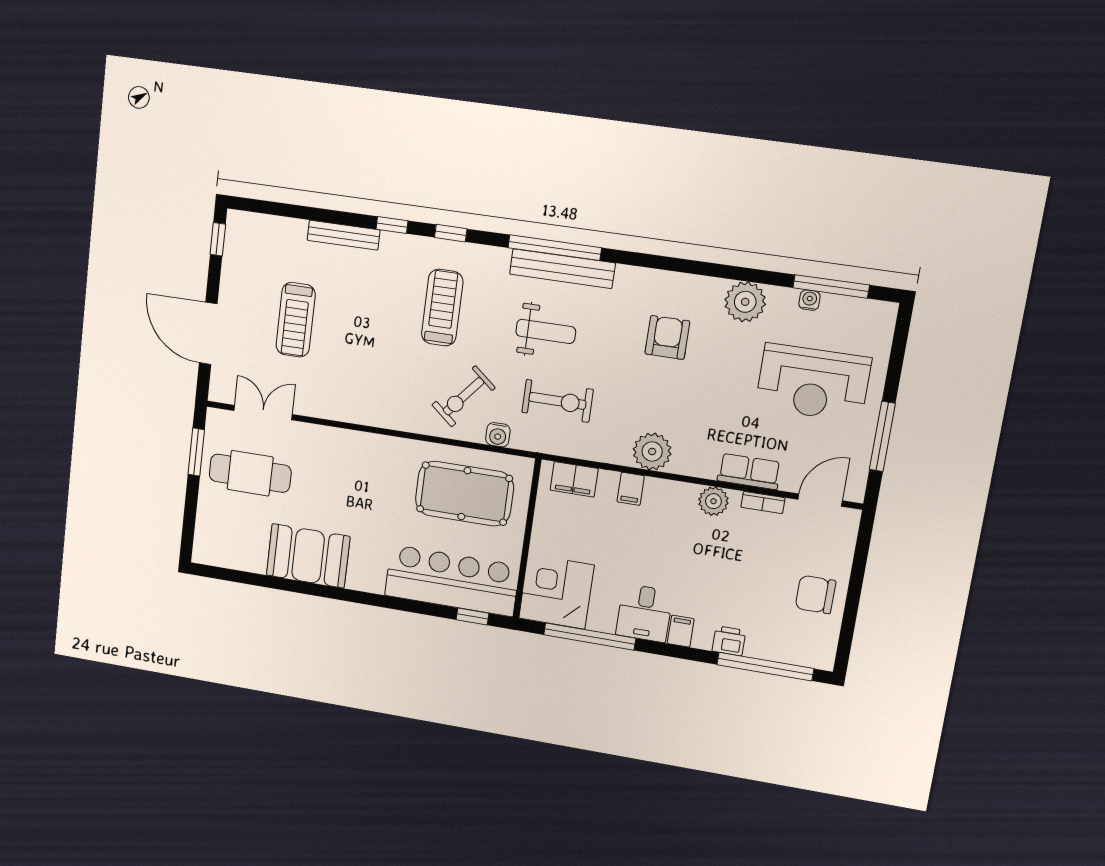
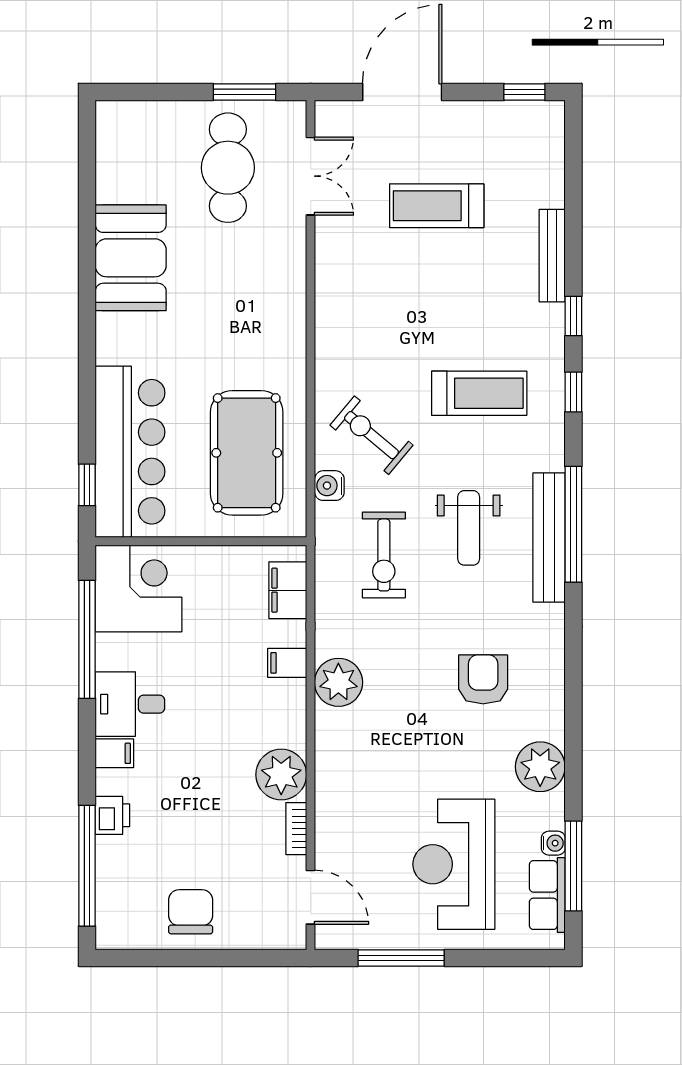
armchair: (667, 337) -> (483, 679), turned -90
row of seats: (749, 472) -> (547, 895), moved, turned 180
plant: (713, 501) -> (281, 775), width x1.36, depth x1.36

